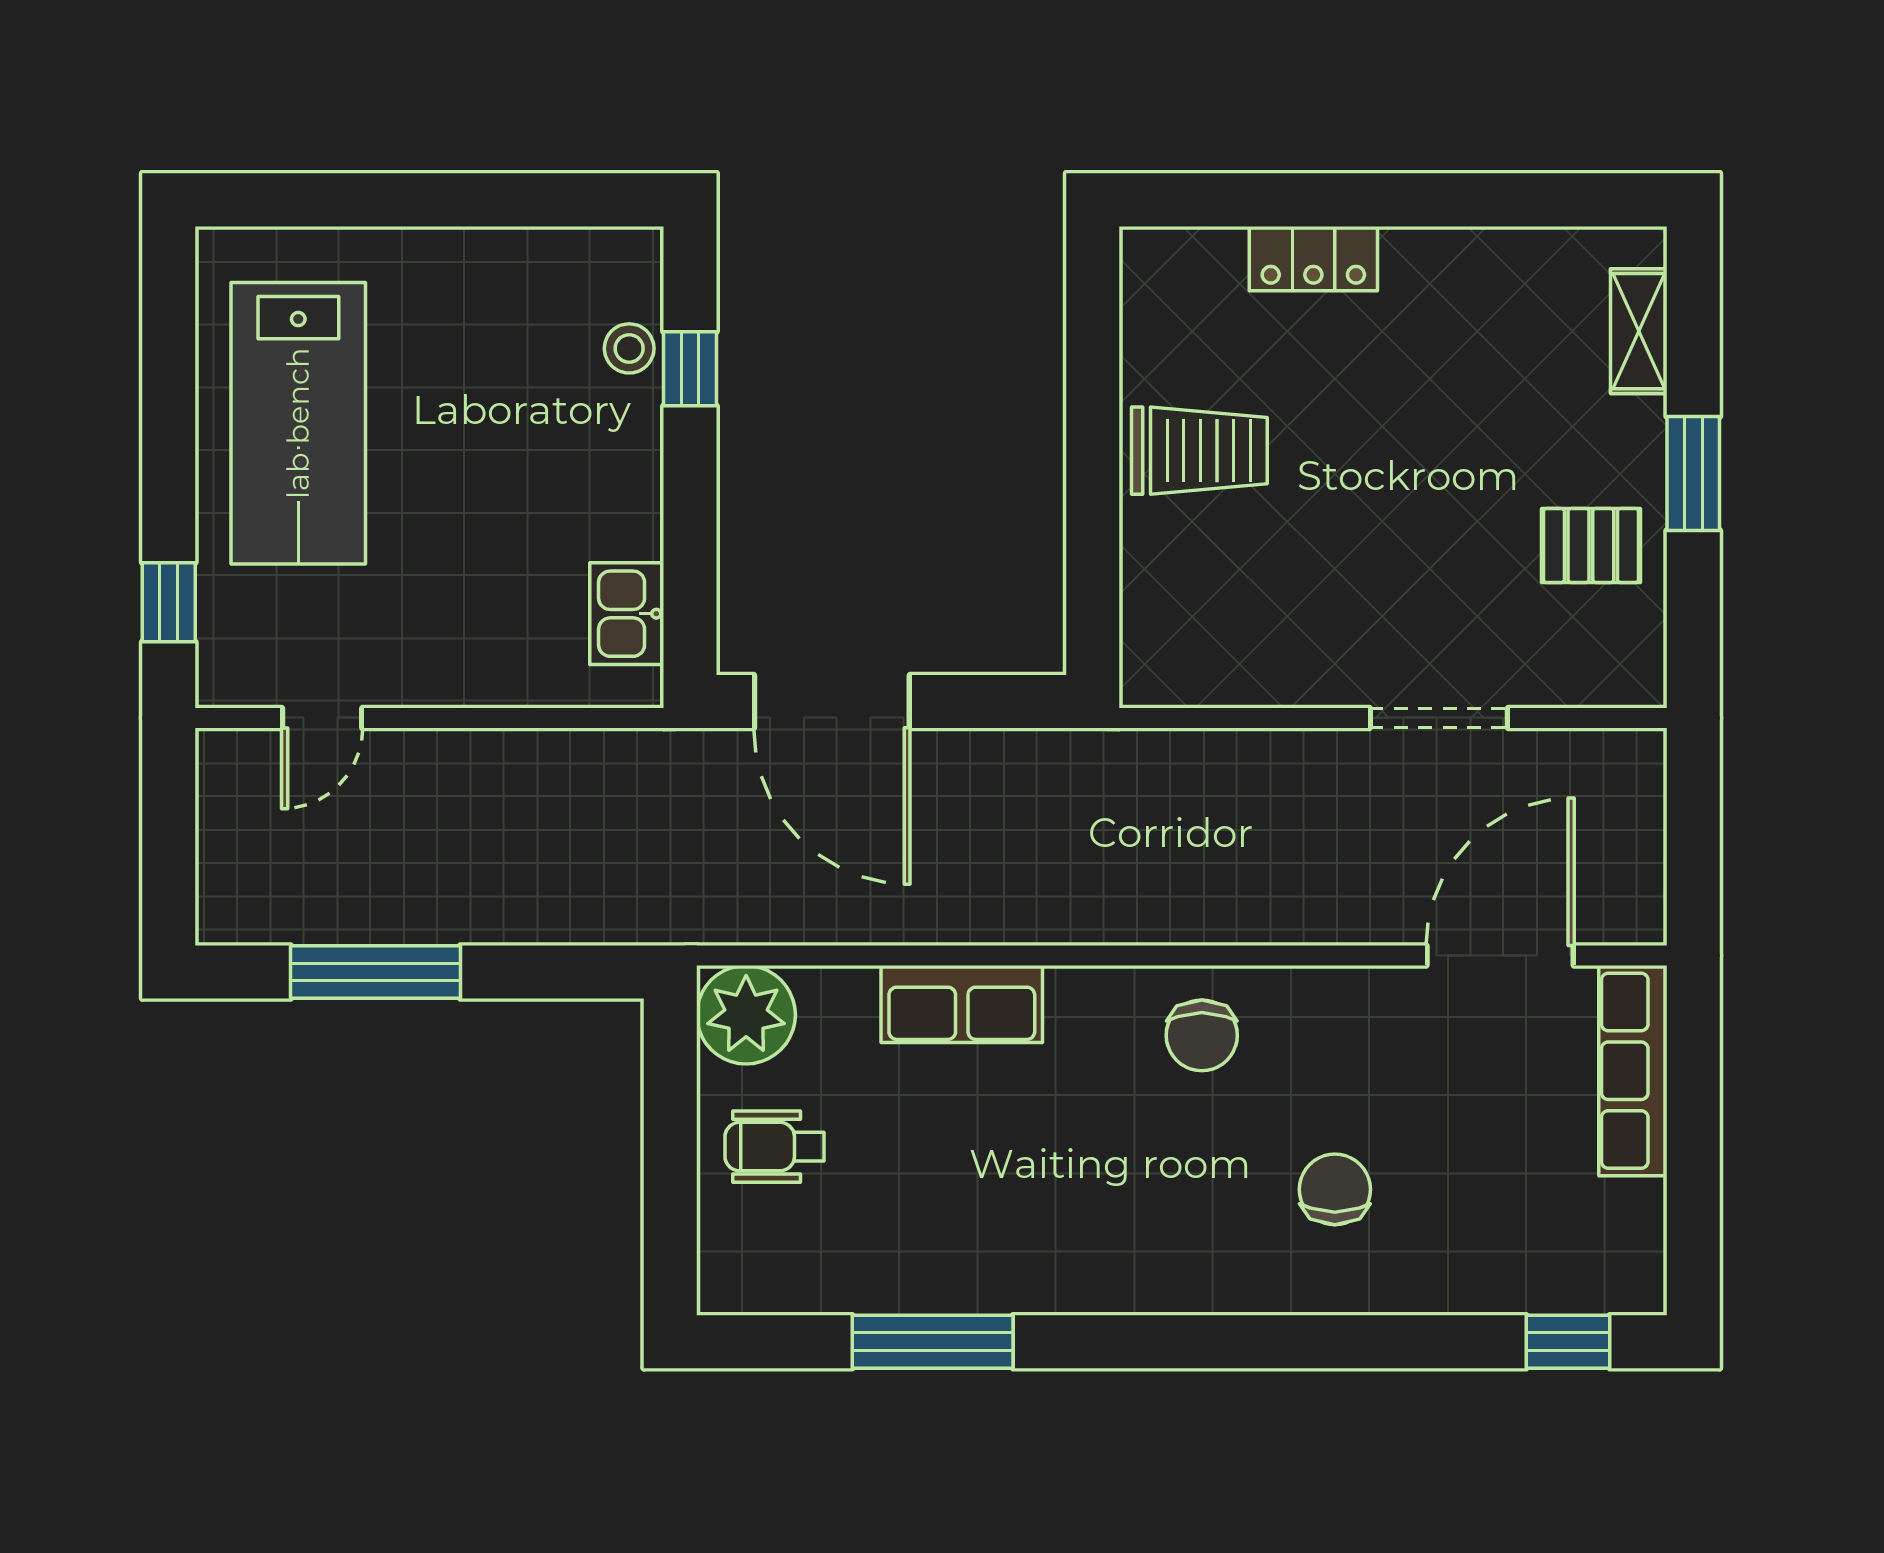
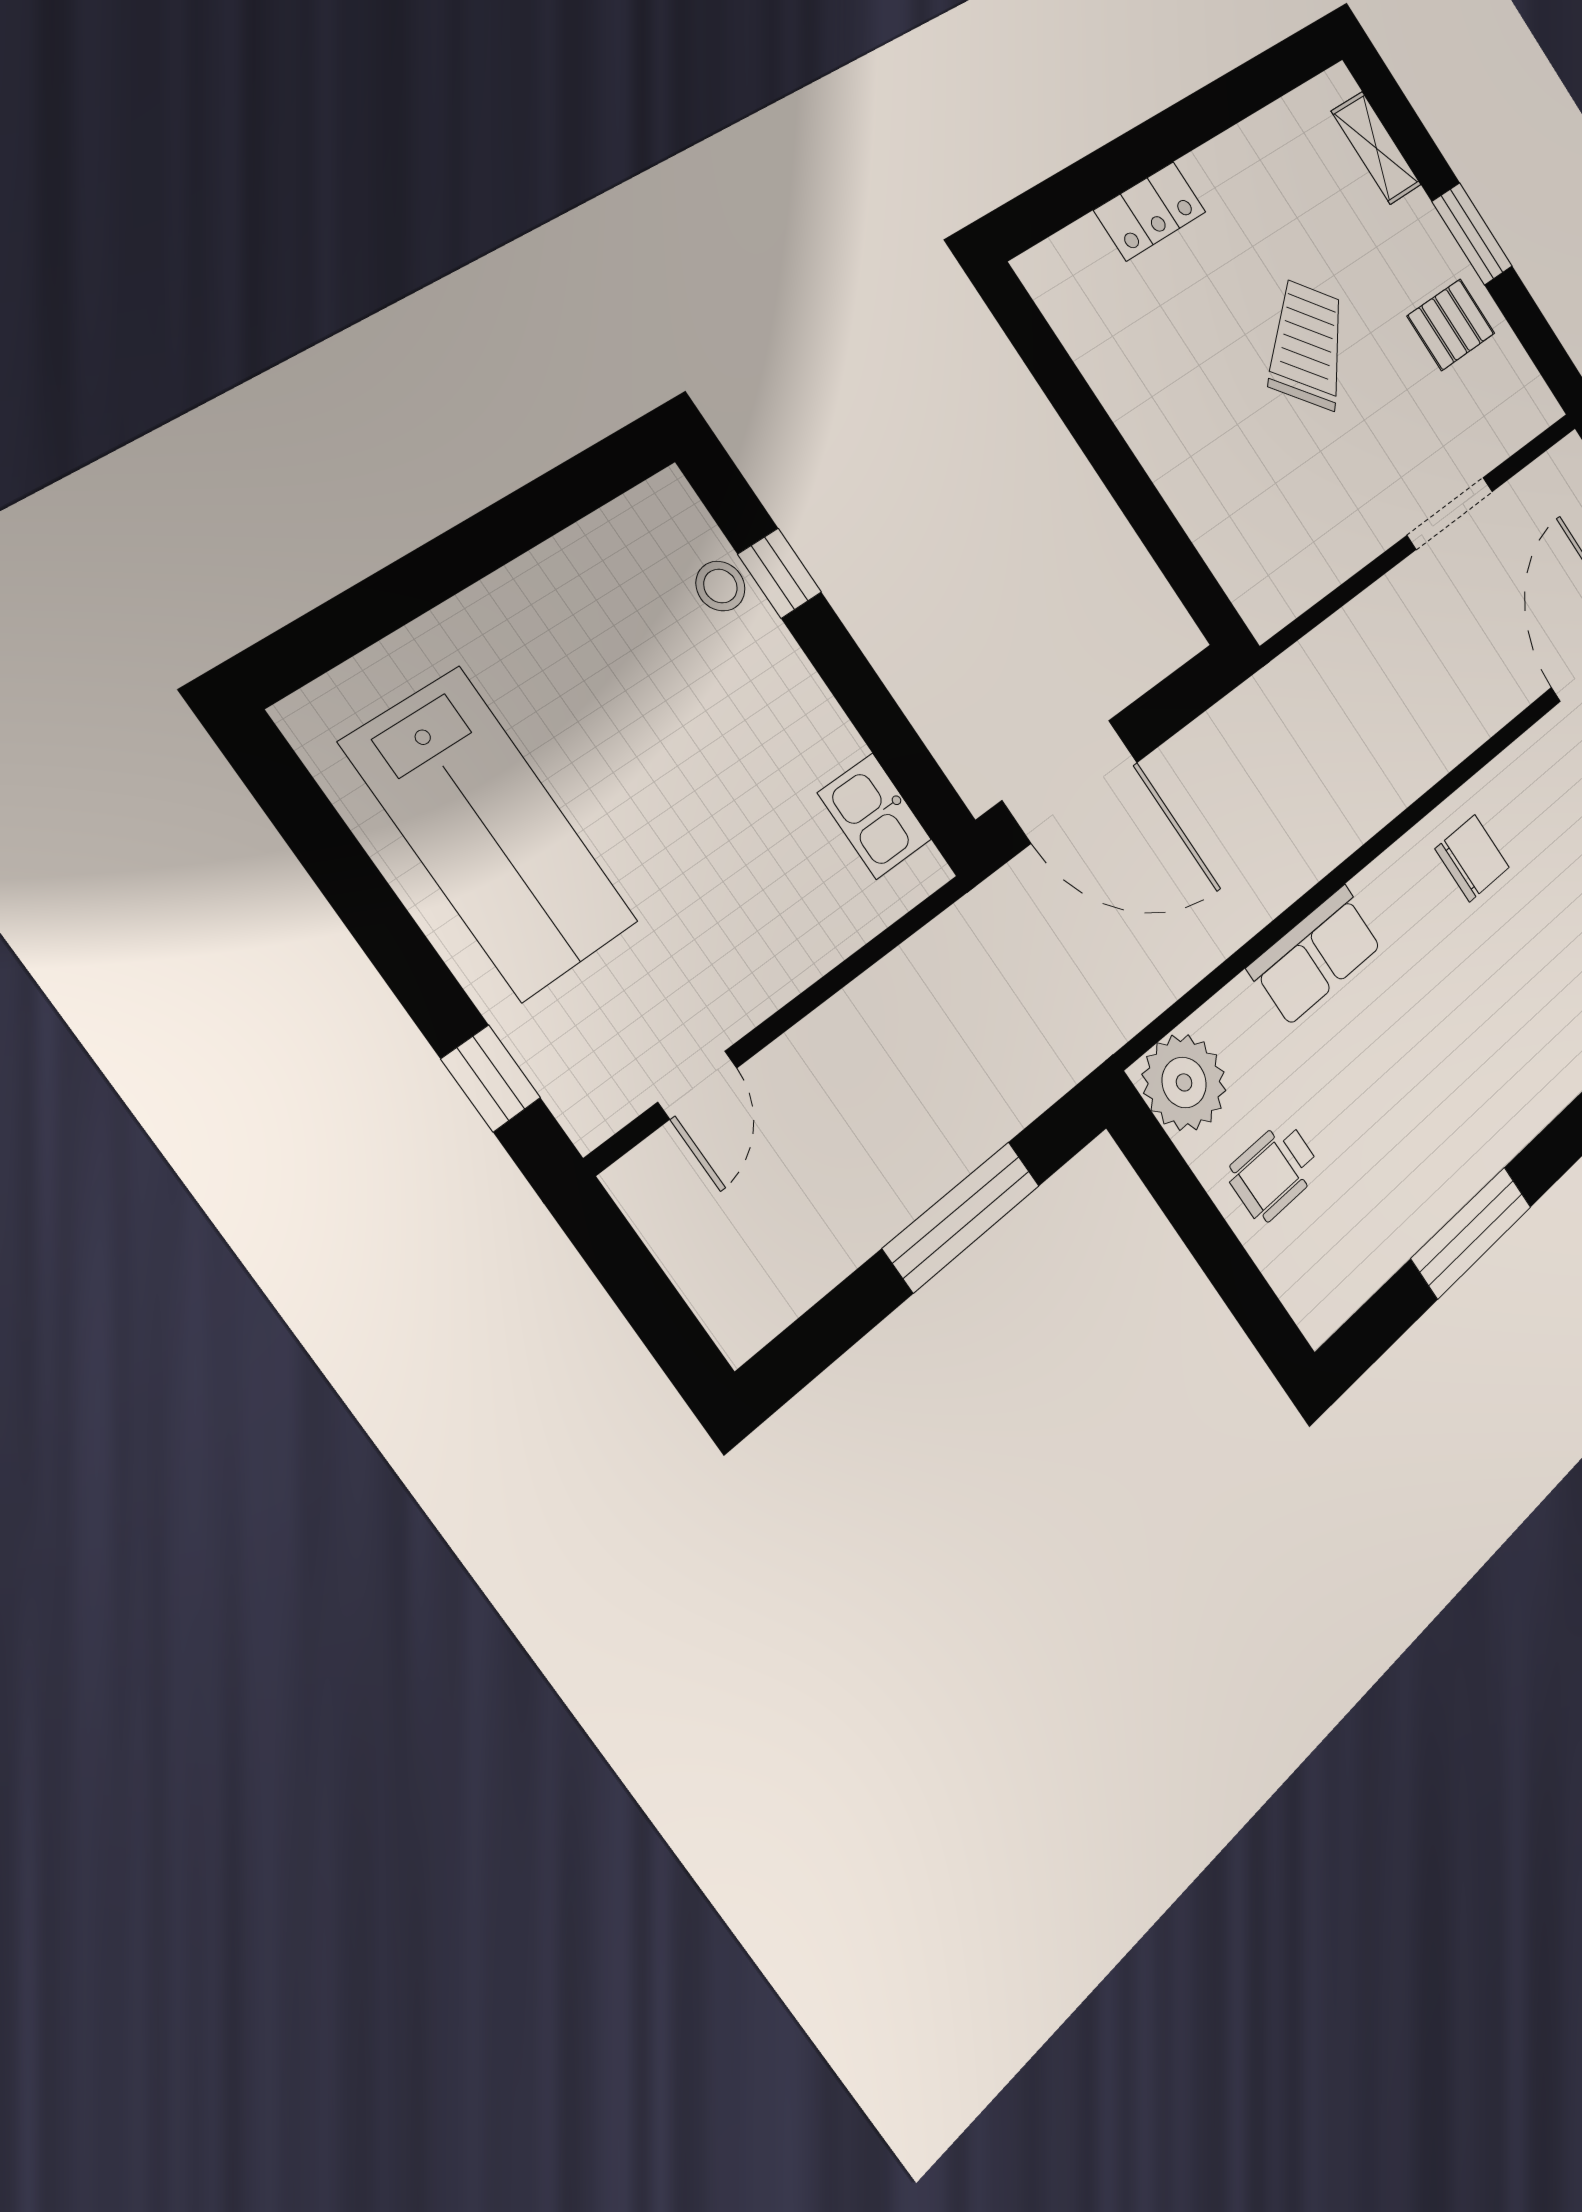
trolley: (1199, 451) -> (1307, 344), moved, turned -43
window: (376, 972) -> (962, 1217), moved
chair: (1202, 1035) -> (1472, 858), turned -90

